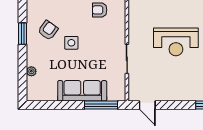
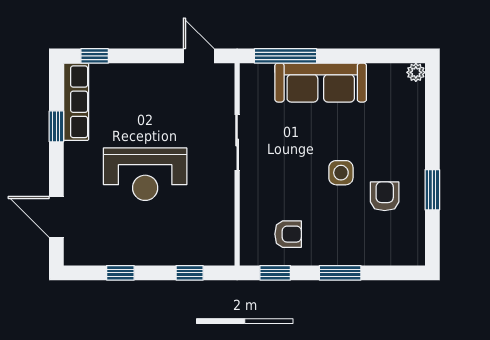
armchair: (48, 30) -> (385, 196), turned 144
reception desk: (176, 42) -> (145, 174), turned 180
plant: (31, 71) -> (416, 72), moved

